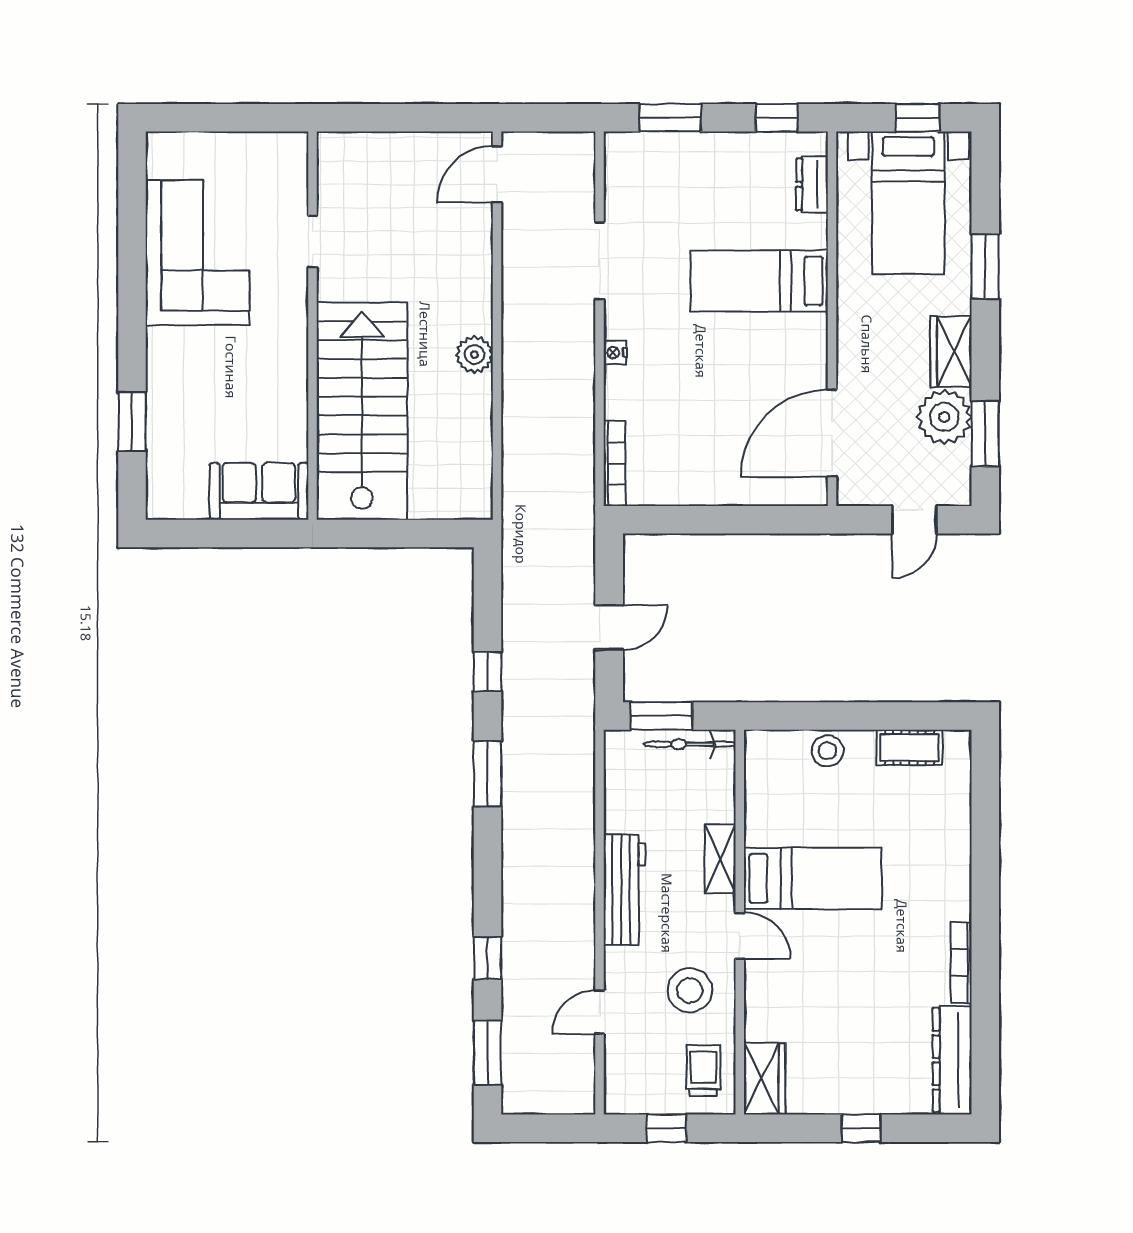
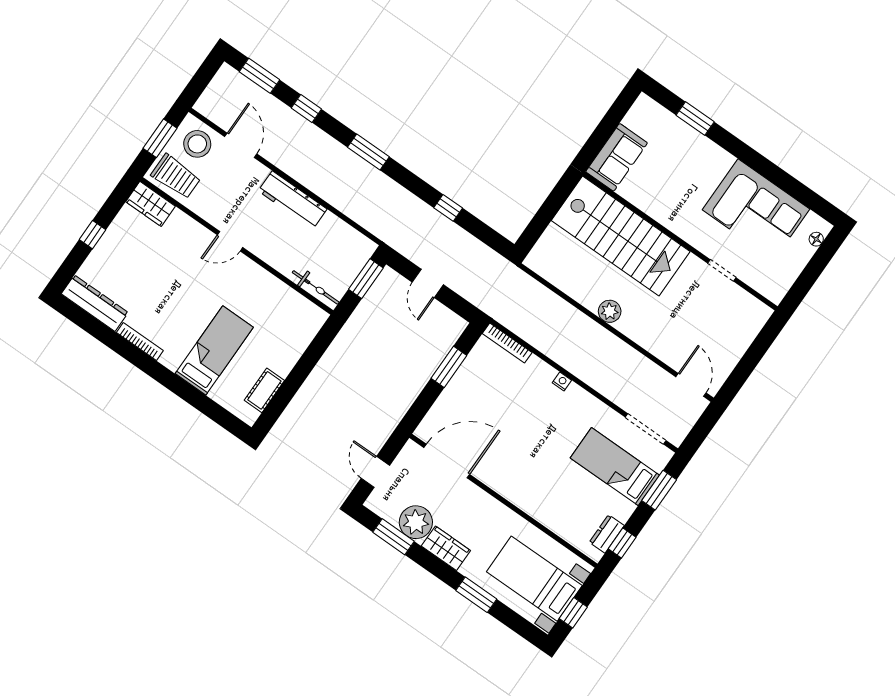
floor lamp: (181, 143) -> (816, 239), added
dresser: (812, 184) -> (607, 534), moved, turned -90
doorway: (600, 261) -> (646, 429), moved
bed: (759, 281) -> (615, 467), moved, turned -90
door: (832, 433) -> (447, 461), hinge flipped
window: (702, 520) -> (449, 367), added
bicycle: (690, 744) -> (316, 287), moved, turned 90
stool: (827, 751) -> (291, 349), removed
window: (487, 774) -> (368, 152), moved
shelving: (720, 859) -> (275, 258), removed
bed: (813, 878) -> (214, 350), moved, turned 180
stool: (690, 990) -> (197, 144), moved
door: (600, 1012) -> (241, 145), width x1.38
trolley: (703, 1071) -> (176, 176), width x1.36, depth x1.39
window: (667, 1128) -> (160, 138), width x1.50

